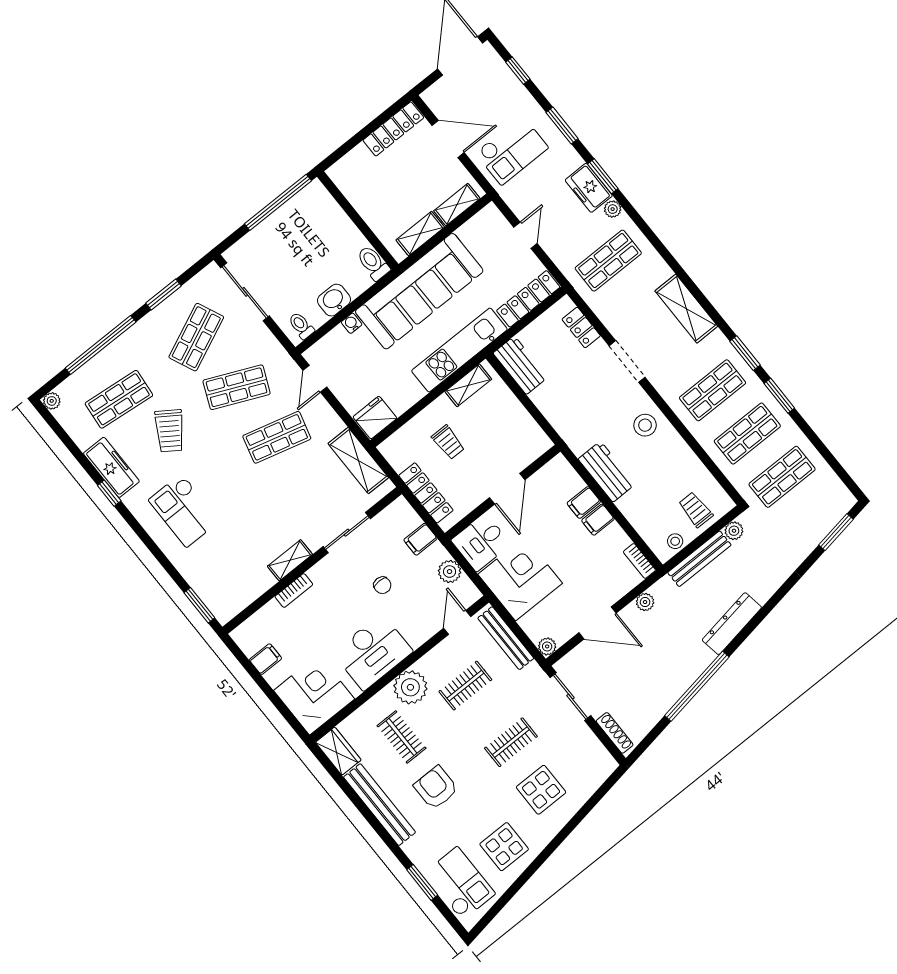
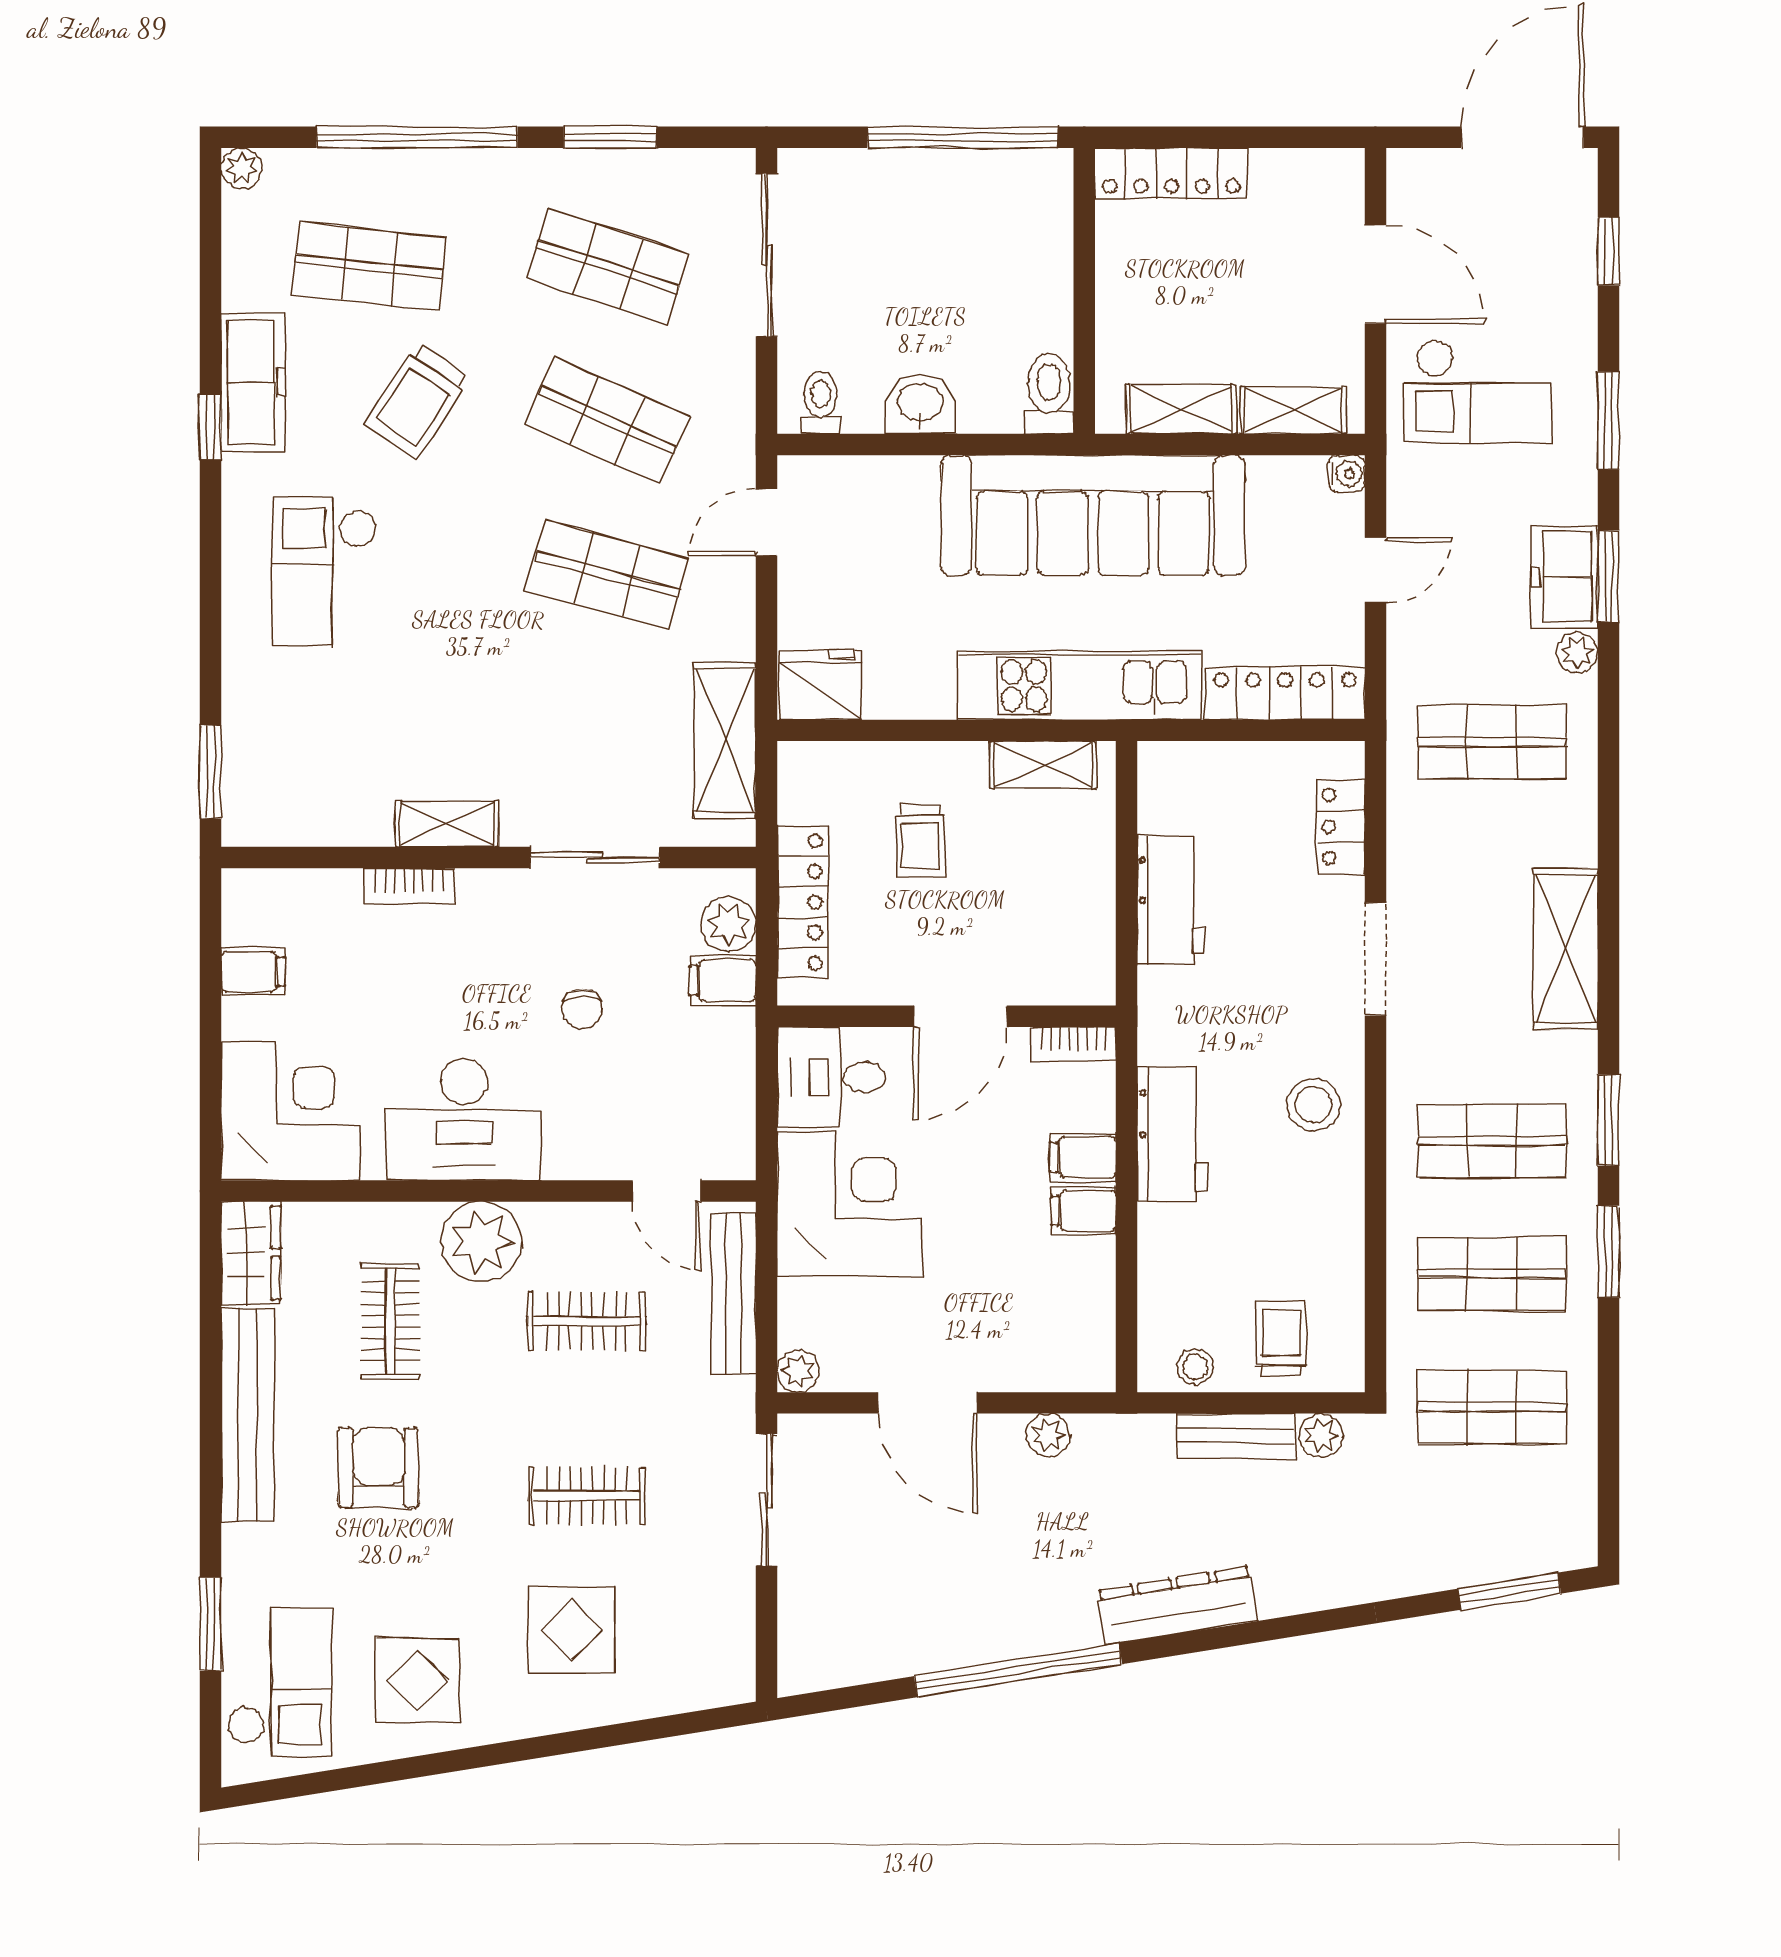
locker: (393, 129) -> (1171, 173), moved
water cooler: (352, 323) -> (1346, 474), moved, turned 90
shop shelf: (196, 337) -> (607, 266), turned 42
workbench: (520, 365) -> (1170, 900), moved
bench: (699, 559) -> (1236, 1436), width x0.73
bookcase: (639, 561) -> (1074, 1044), moved, turned -90
plant: (450, 572) -> (728, 924), moved
door: (457, 622) -> (667, 1191), swing flipped
shoe rack: (615, 733) -> (794, 1634), removed

